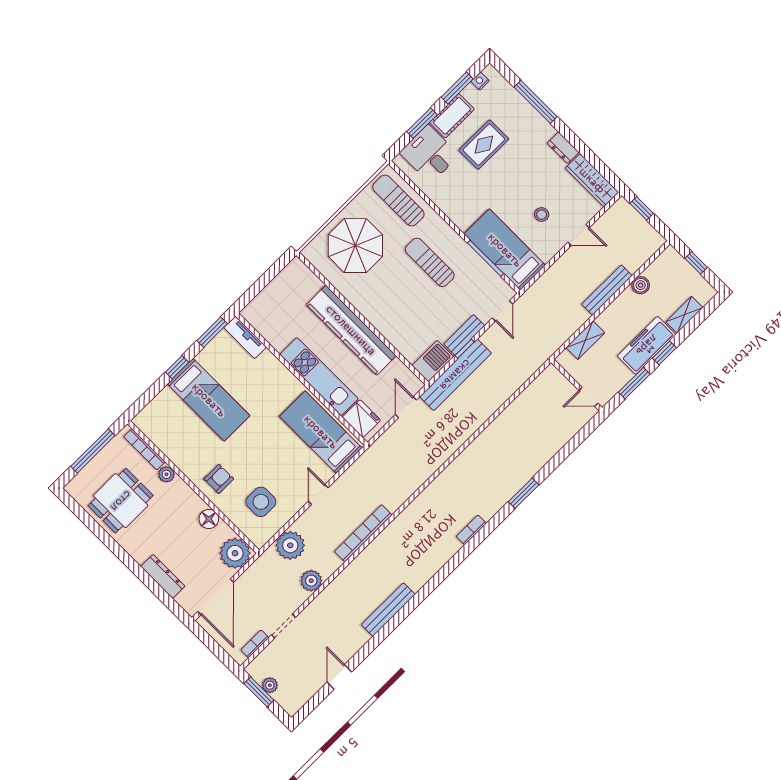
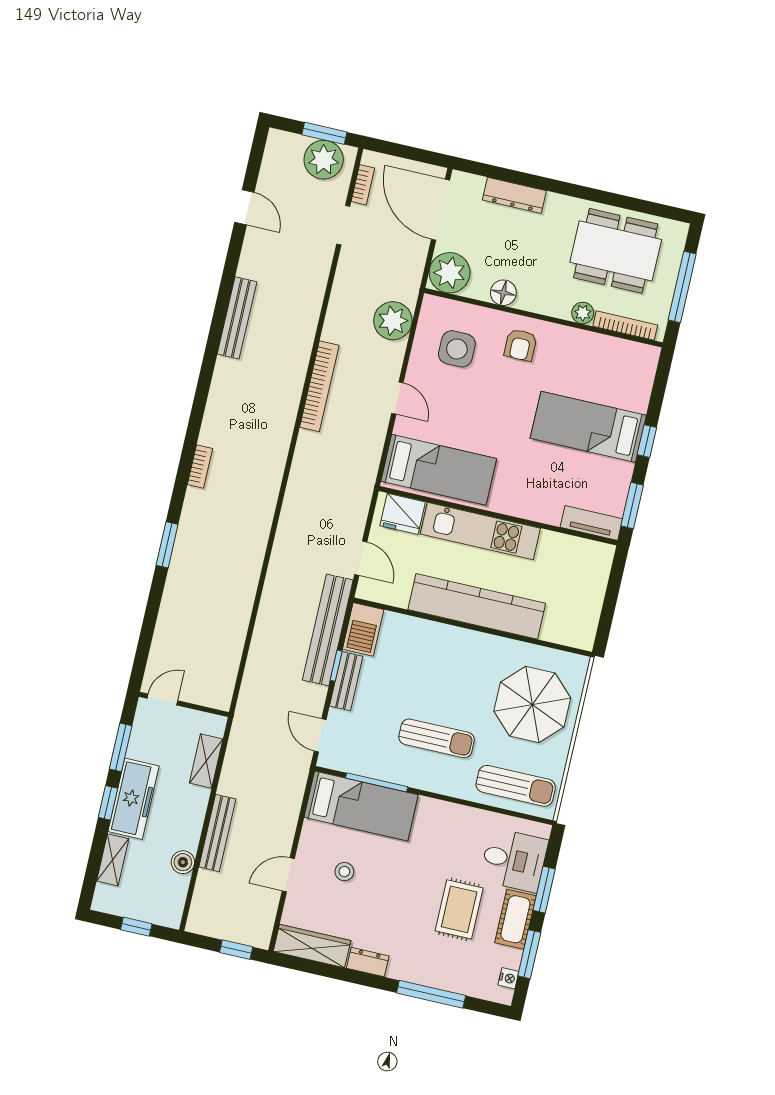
dining table: (121, 501) -> (616, 251), width x1.38
plant: (311, 581) -> (344, 296), removed
plant: (270, 685) -> (324, 160), width x1.88, depth x1.88

